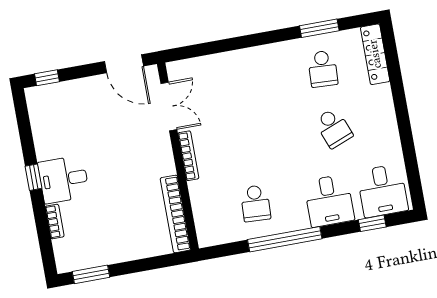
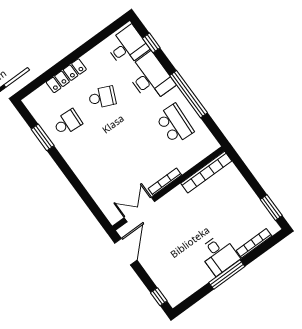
locker: (375, 54) -> (66, 76), moved
school desk: (334, 128) -> (102, 97), turned 45
window: (34, 177) -> (227, 274), width x2.17
desk: (329, 201) -> (150, 78), width x1.37
school desk: (256, 203) -> (175, 124), width x1.85
bookcase: (55, 221) -> (254, 243), width x1.56

